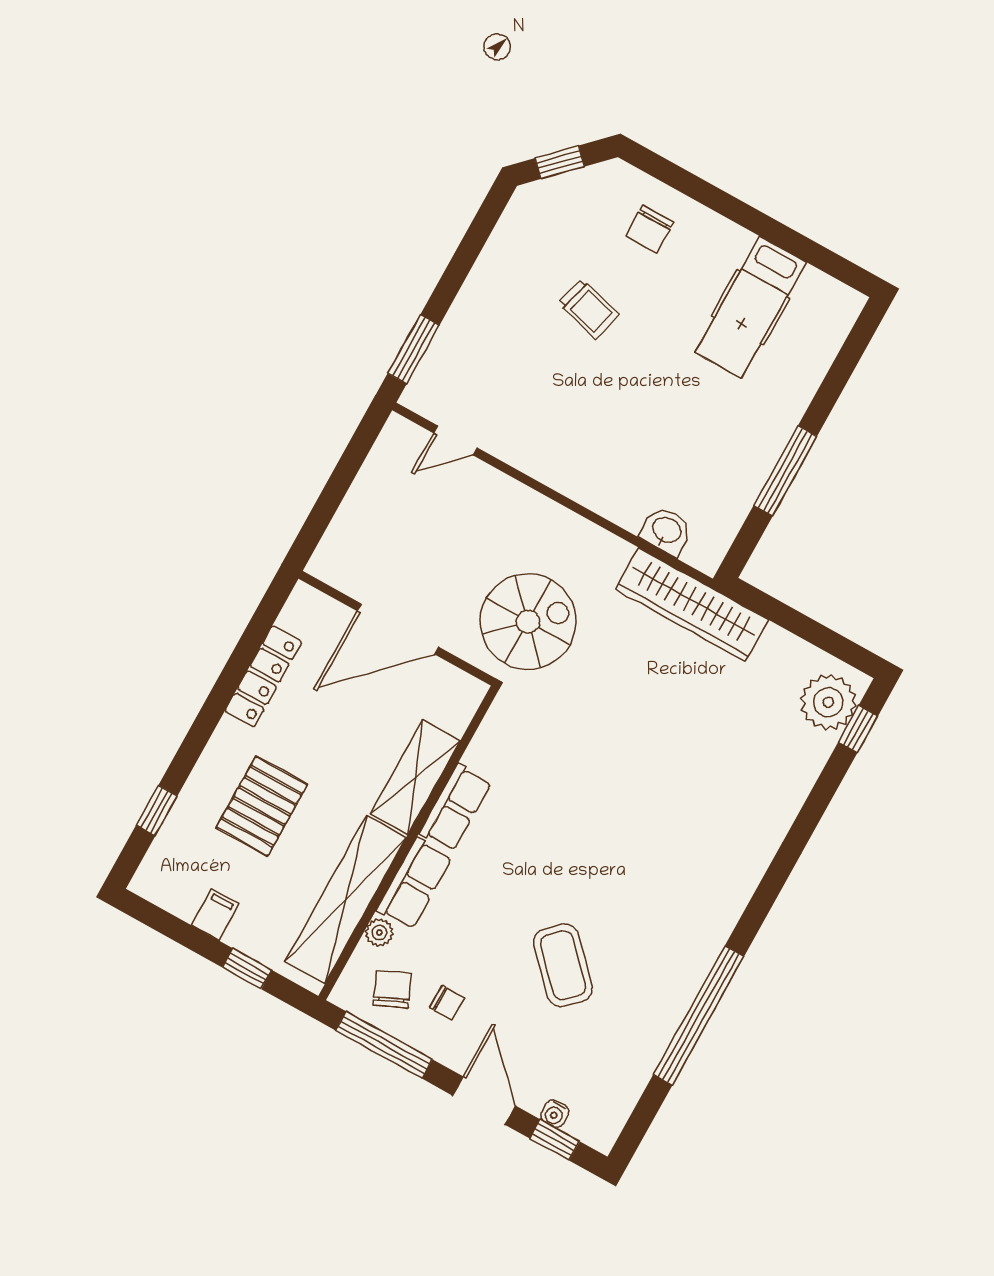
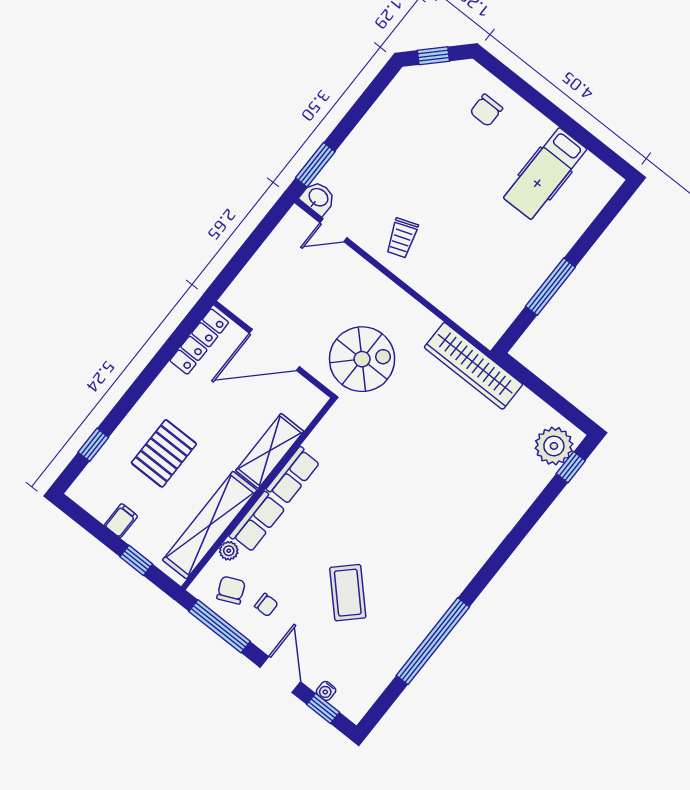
trolley: (589, 309) -> (402, 238), moved, turned 55
washbasin: (666, 531) -> (318, 198), moved
locker: (263, 676) -> (199, 342), moved

